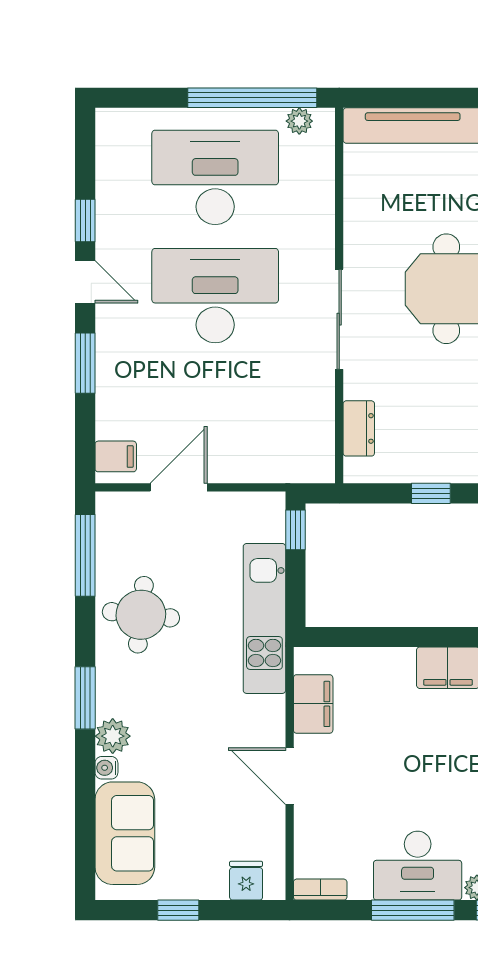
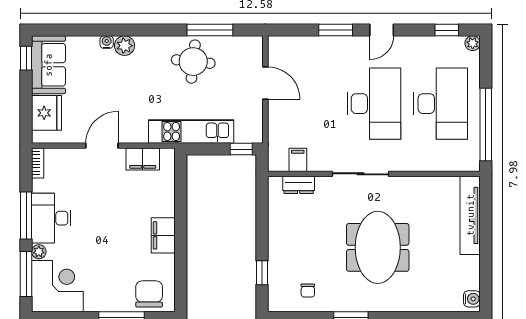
plant: (299, 121) -> (473, 43), moved
window: (85, 221) -> (447, 30), moved
filing cabinet: (116, 456) -> (298, 160), moved, turned 180
window: (431, 493) -> (262, 226), removed
window: (85, 555) -> (210, 30), moved
window: (85, 698) -> (146, 30), removed
sofa: (125, 833) -> (48, 65), moved, turned -90
fridge: (246, 881) -> (46, 113), width x1.88, depth x1.34
window: (178, 910) -> (26, 58), moved

